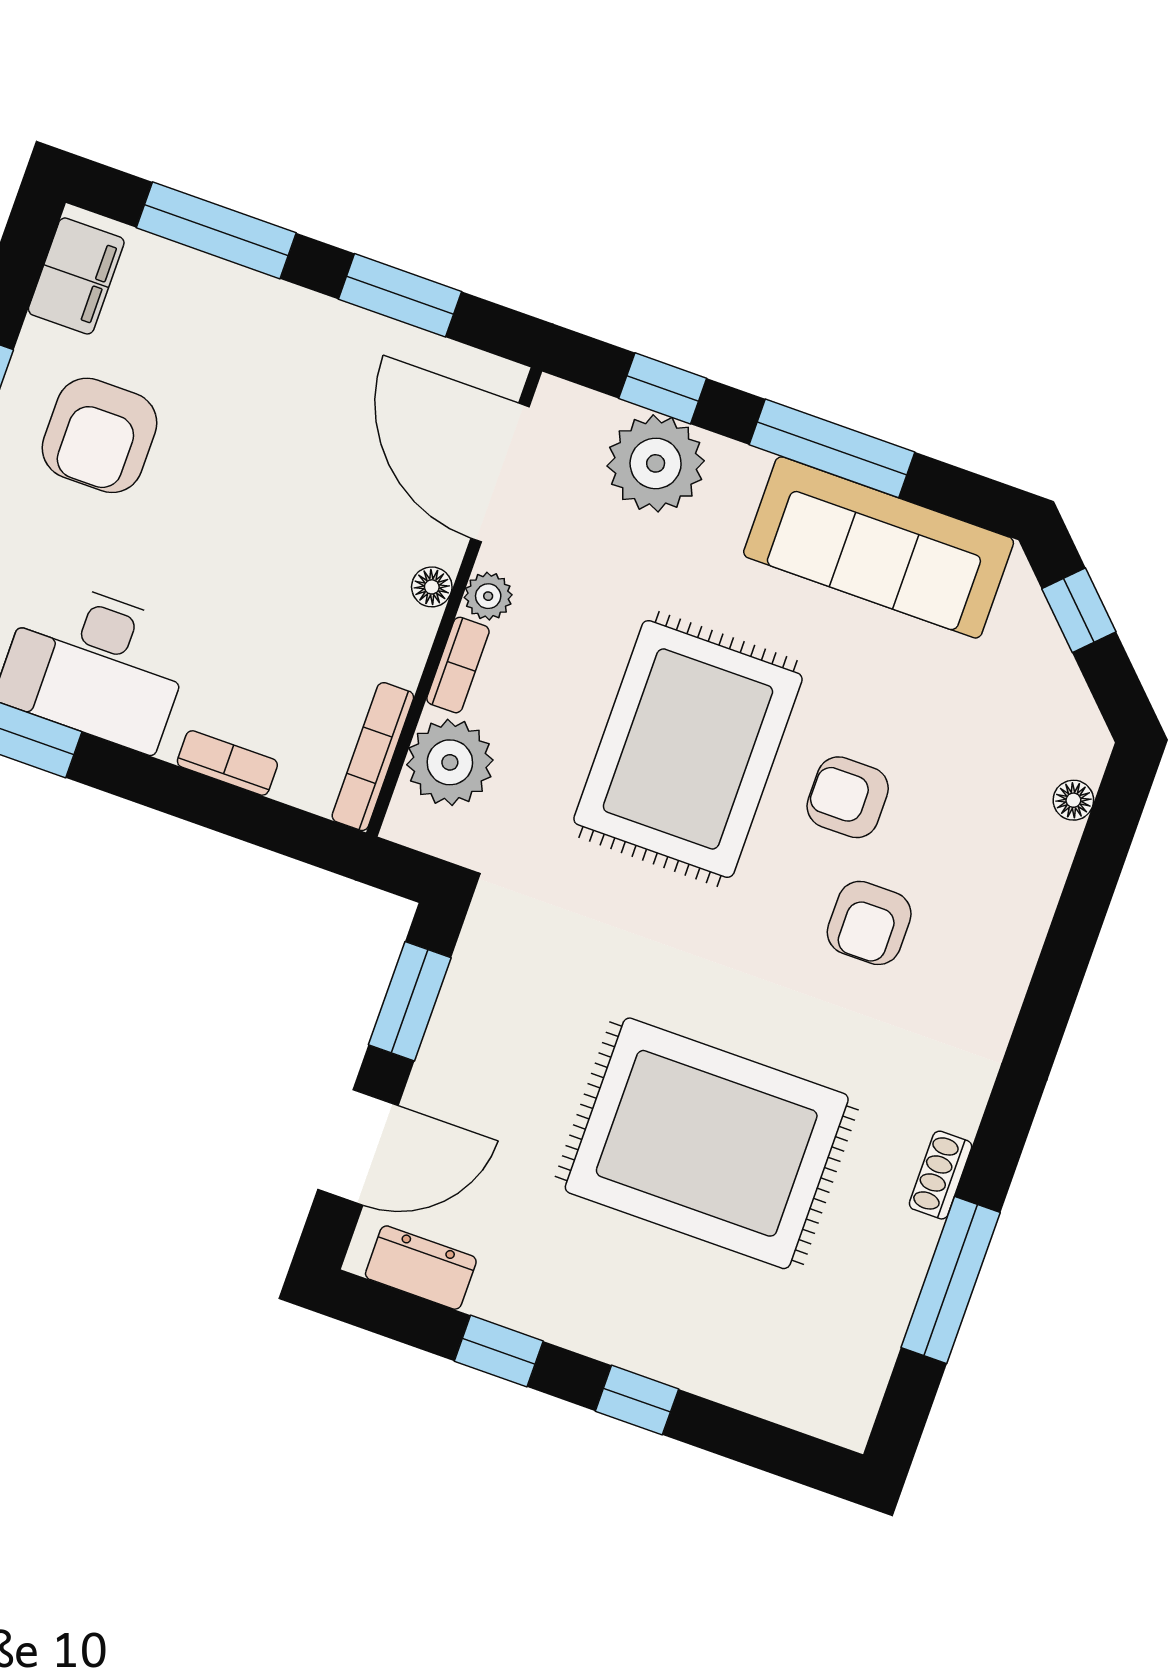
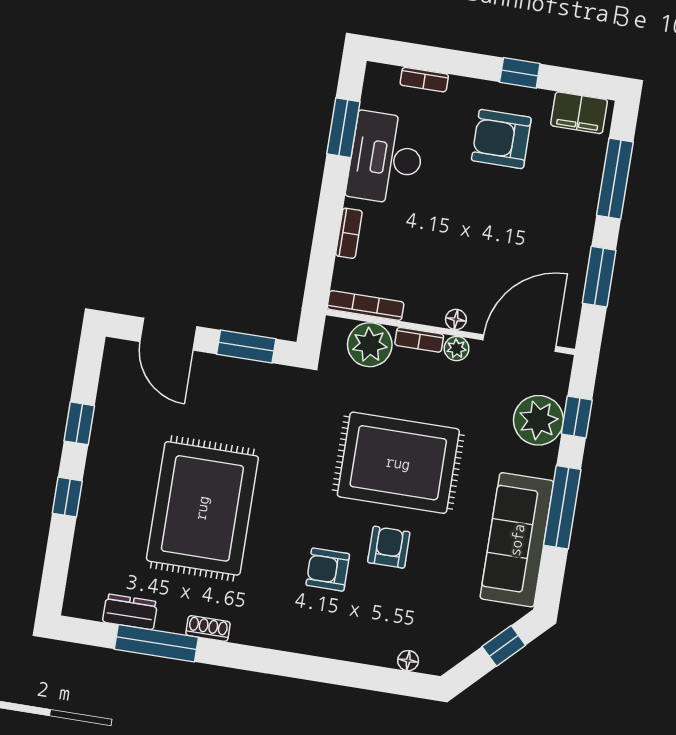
dresser: (421, 1268) -> (130, 612), moved, turned -90

